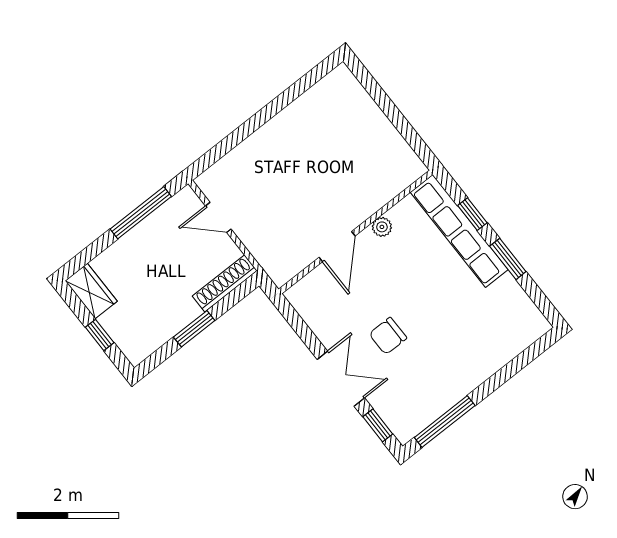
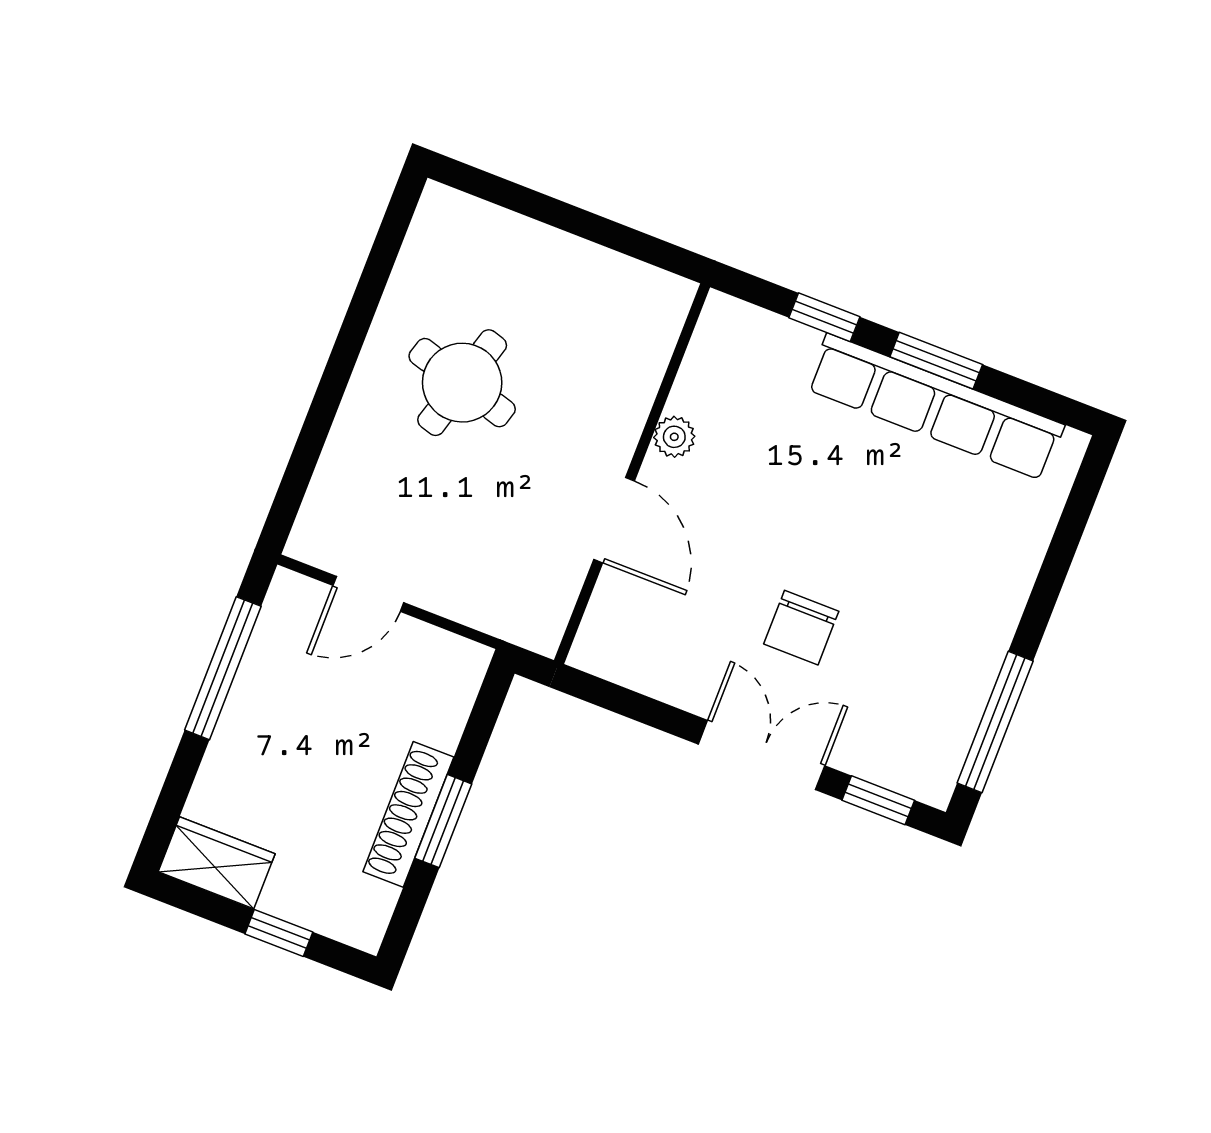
round table: (308, 153) -> (462, 383), added
row of seats: (459, 231) -> (935, 407), moved
shoe rack: (225, 283) -> (408, 814), moved

